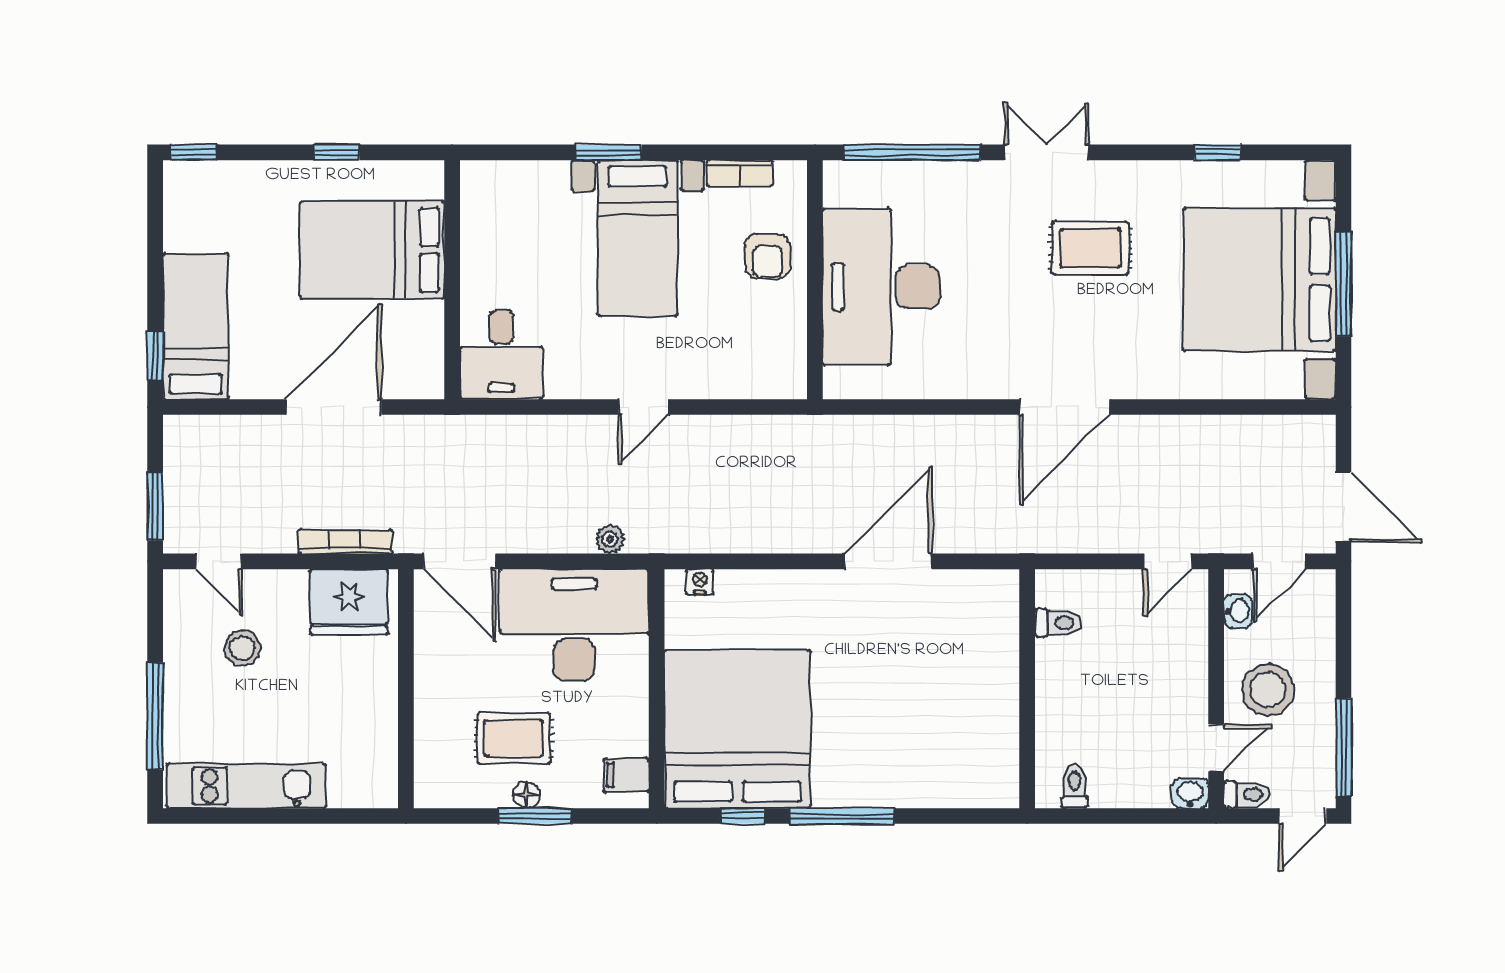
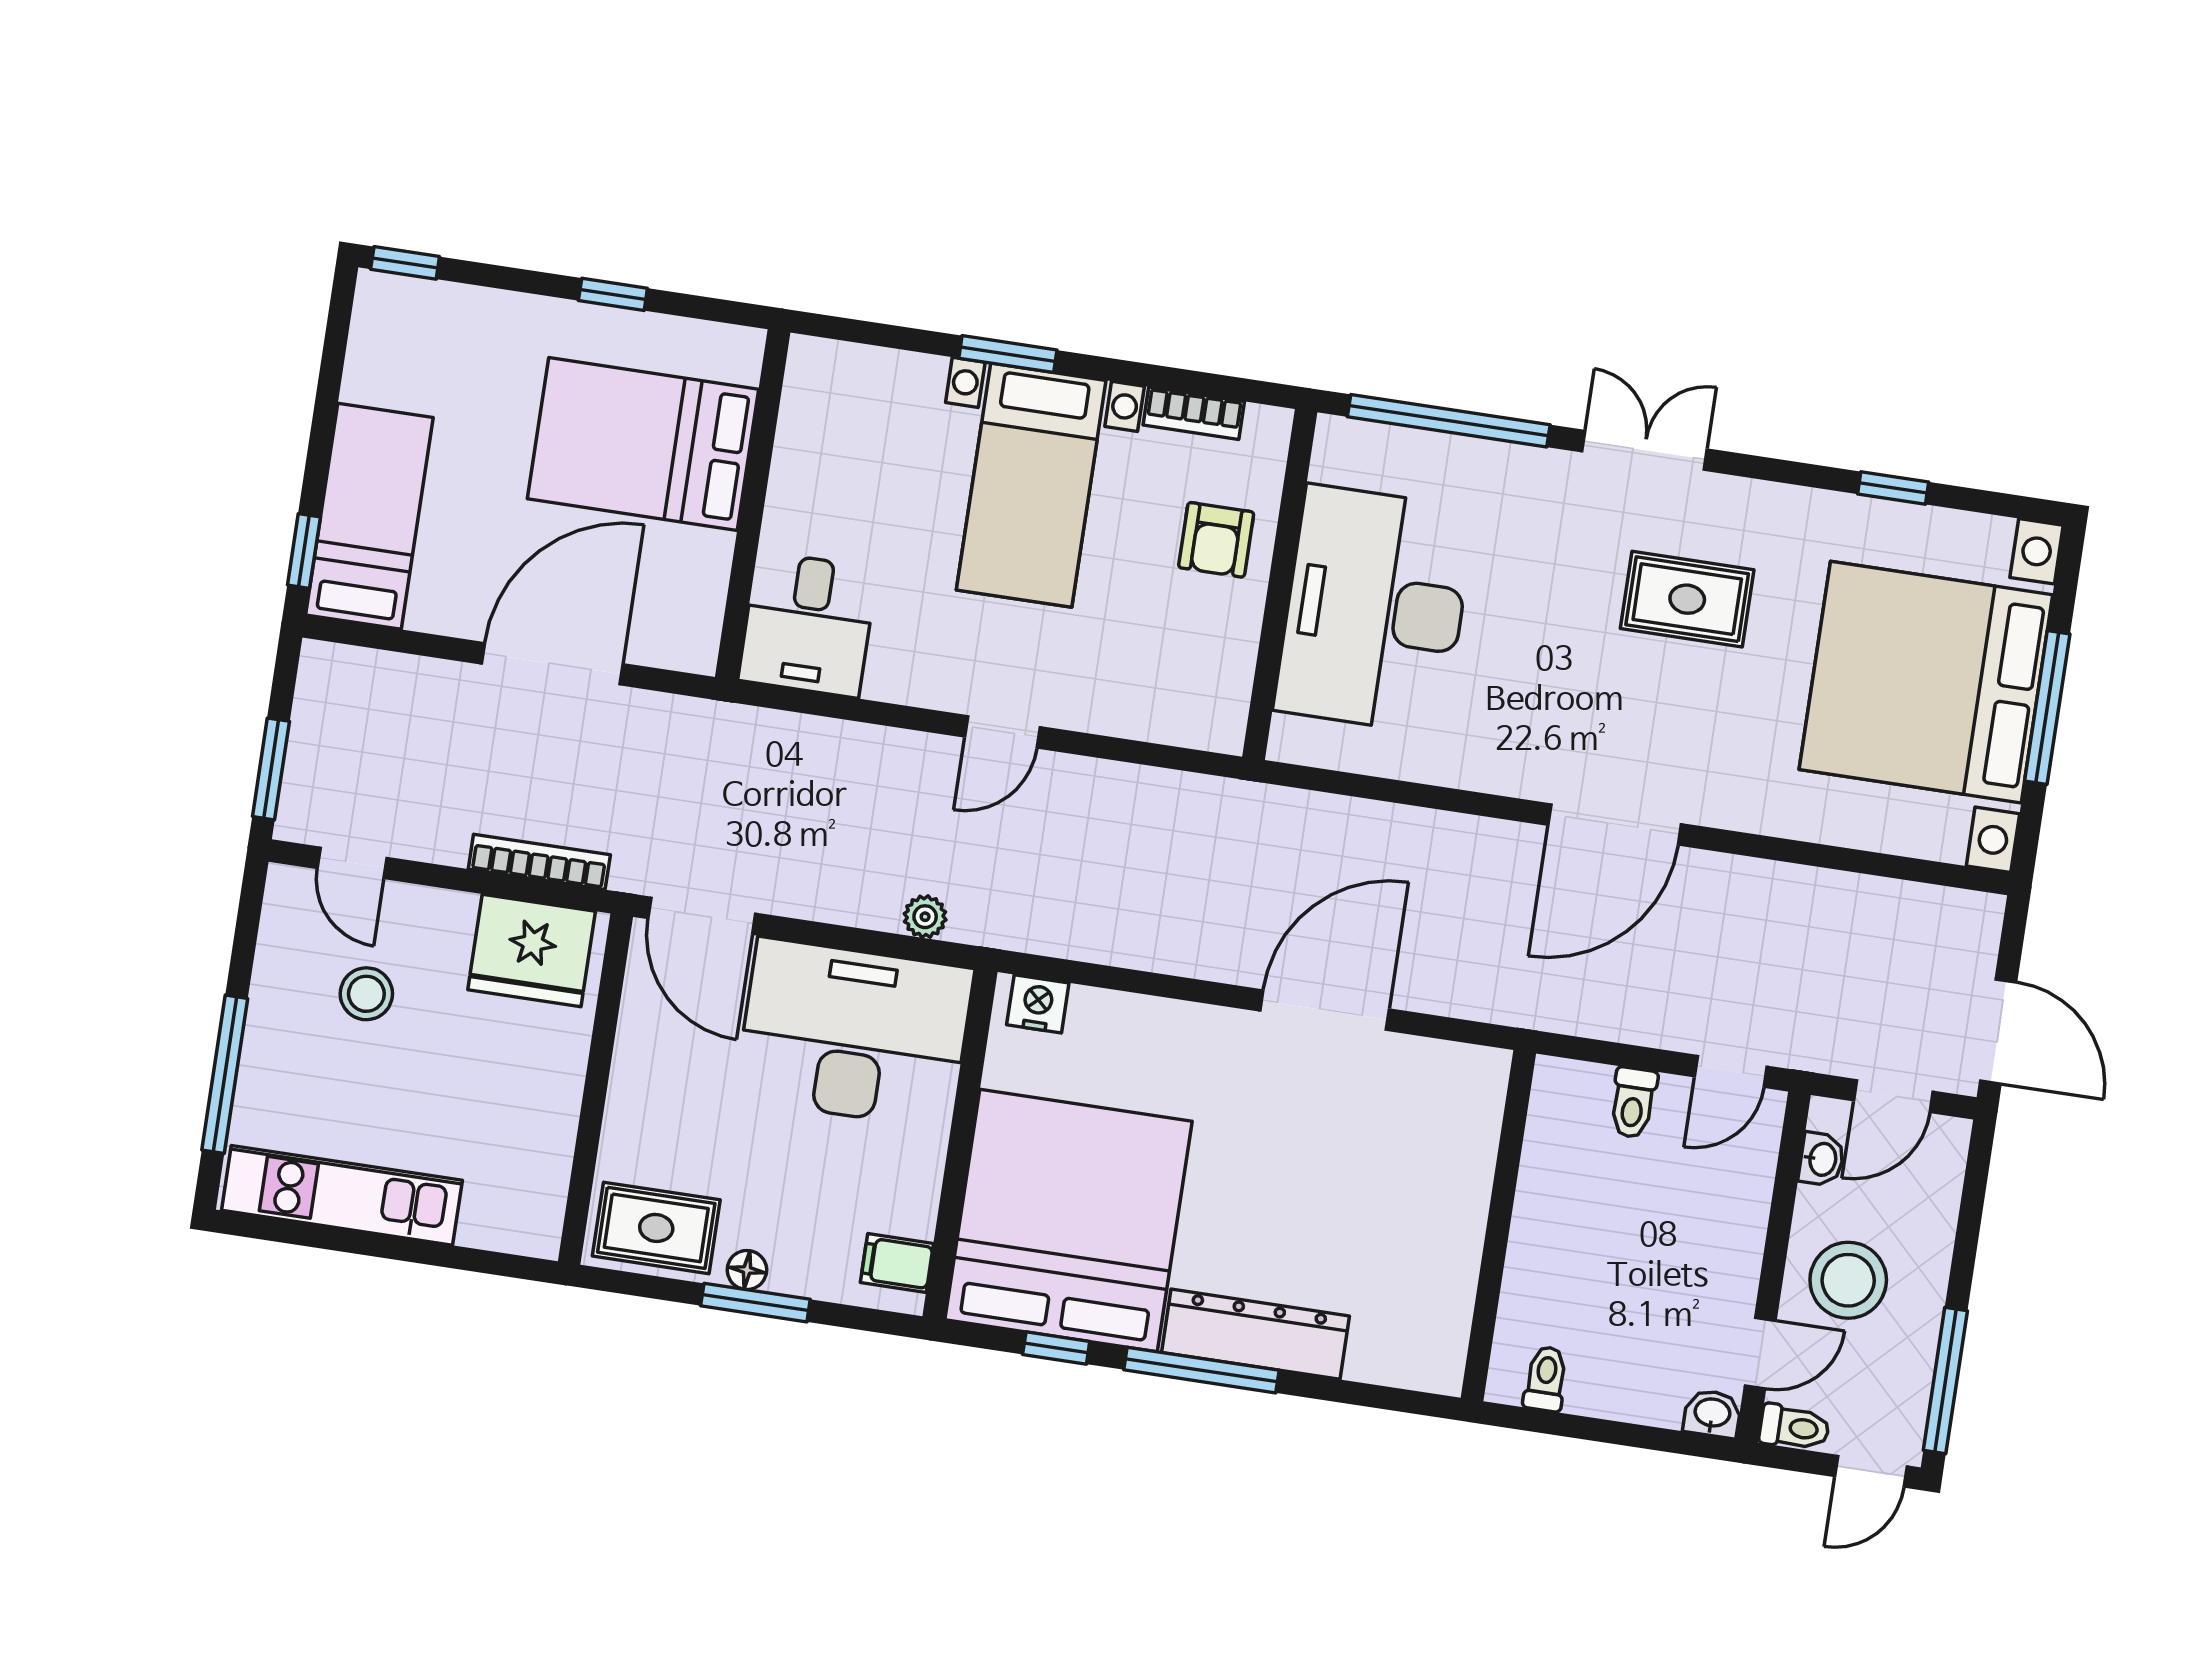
nightstand: (700, 582) -> (1038, 1004), width x1.39, depth x1.35
toilet: (1058, 623) -> (1633, 1103), moved, turned 90
rug: (514, 738) -> (656, 1228), moved
dresser: (875, 786) -> (1256, 1334), added

